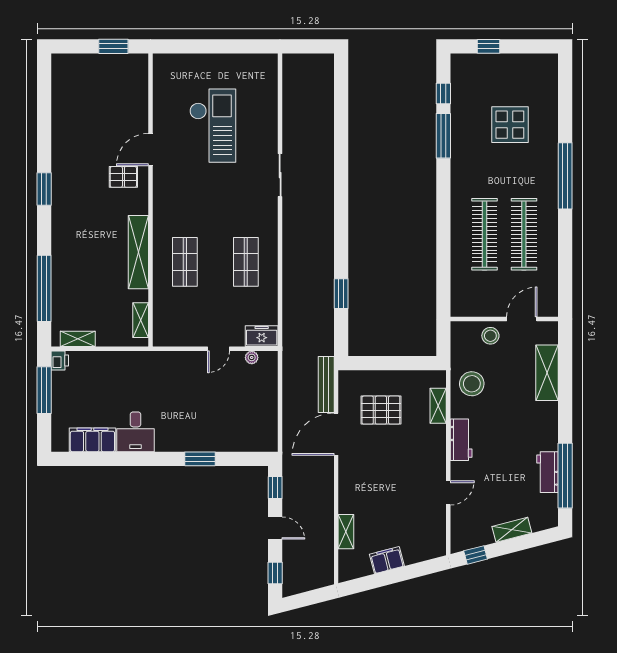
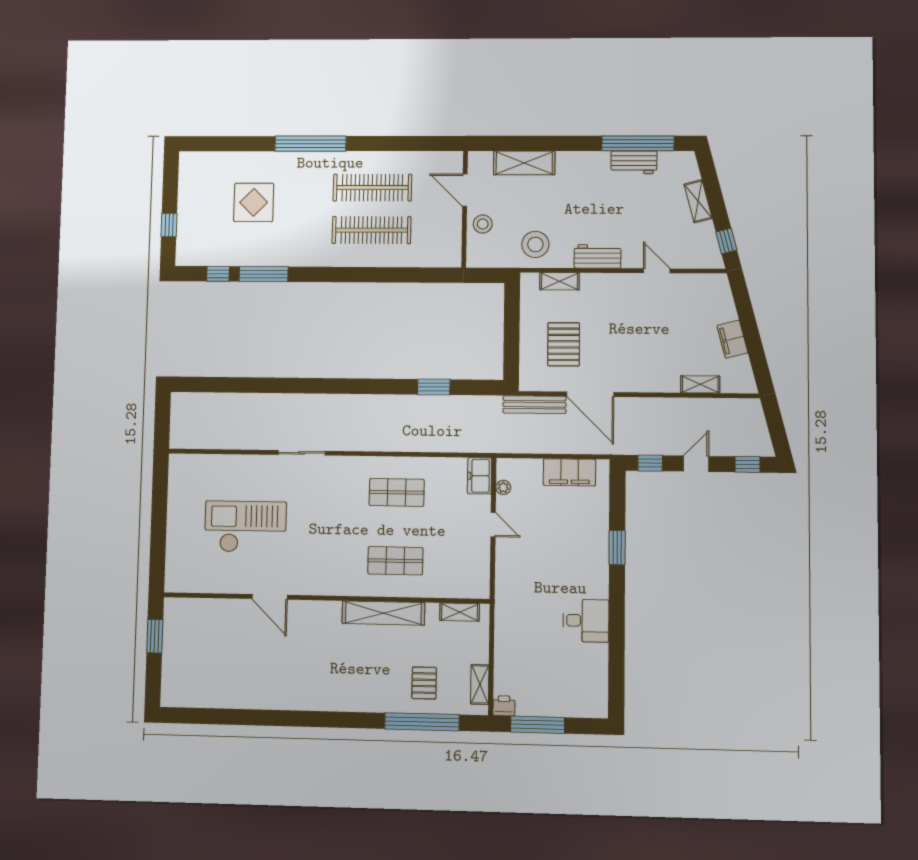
pallet: (123, 177) -> (424, 683), moved
window: (44, 189) -> (310, 719), removed
filing cabinet: (92, 440) -> (569, 472), moved, turned -90

